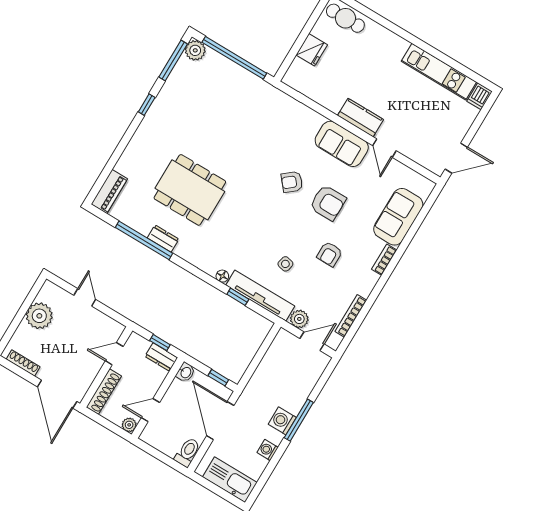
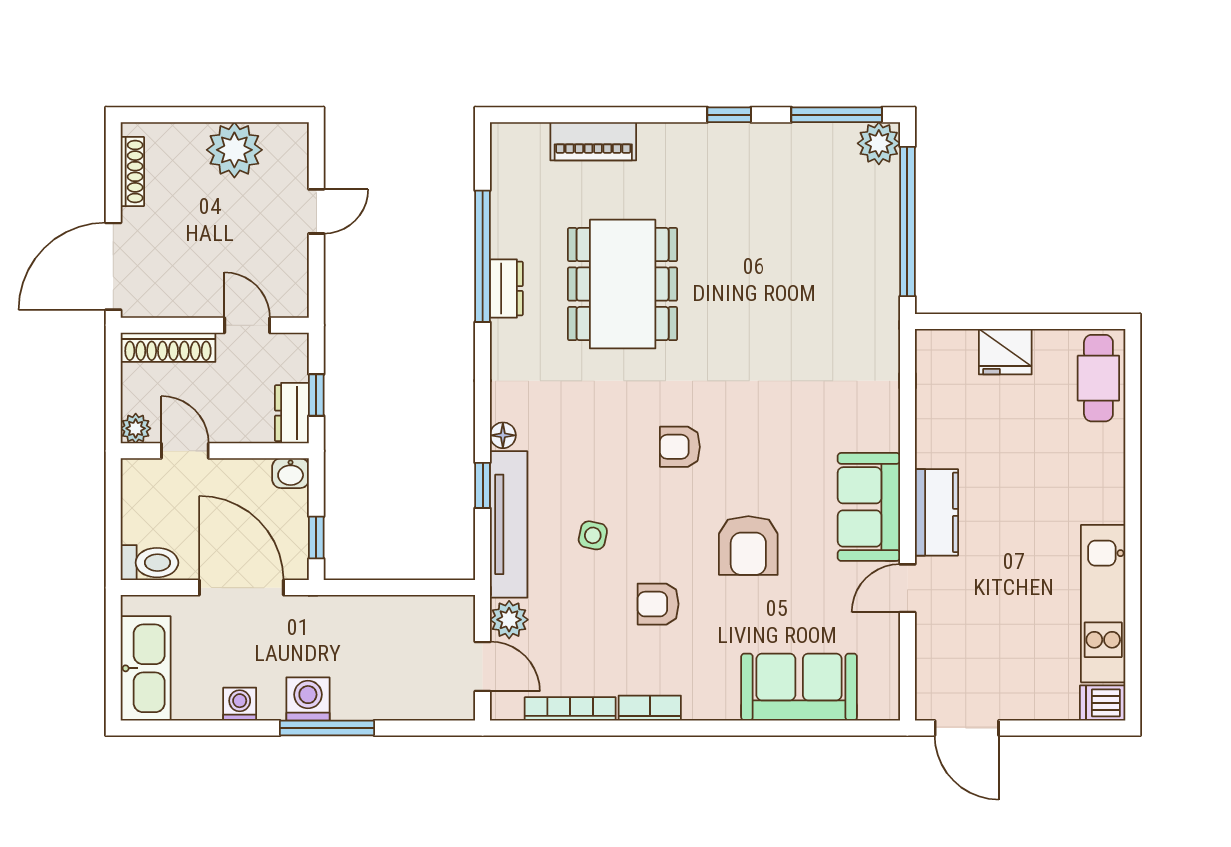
armchair: (292, 182) -> (680, 447), moved, turned -50
piano: (109, 191) -> (593, 141), moved
bookcase: (384, 260) -> (650, 708), moved
door: (220, 421) -> (241, 588), hinge flipped

